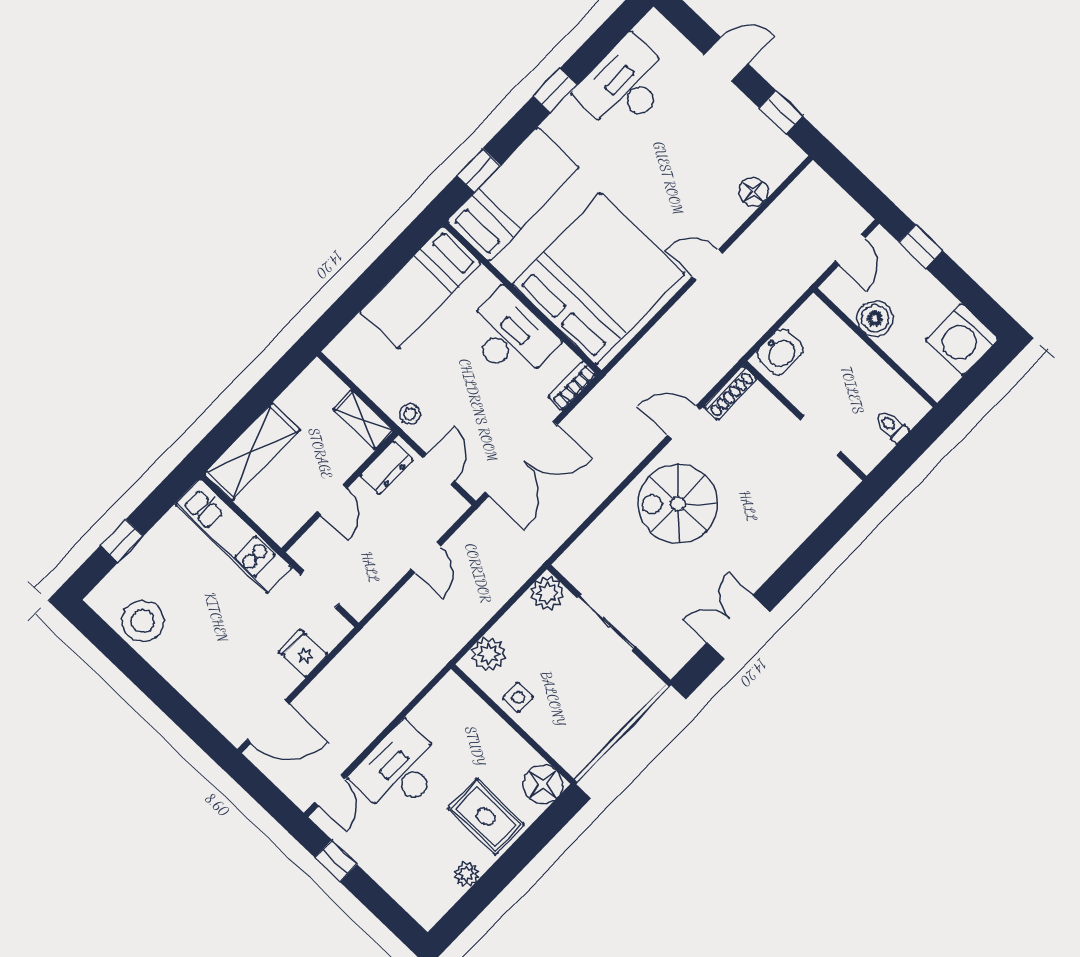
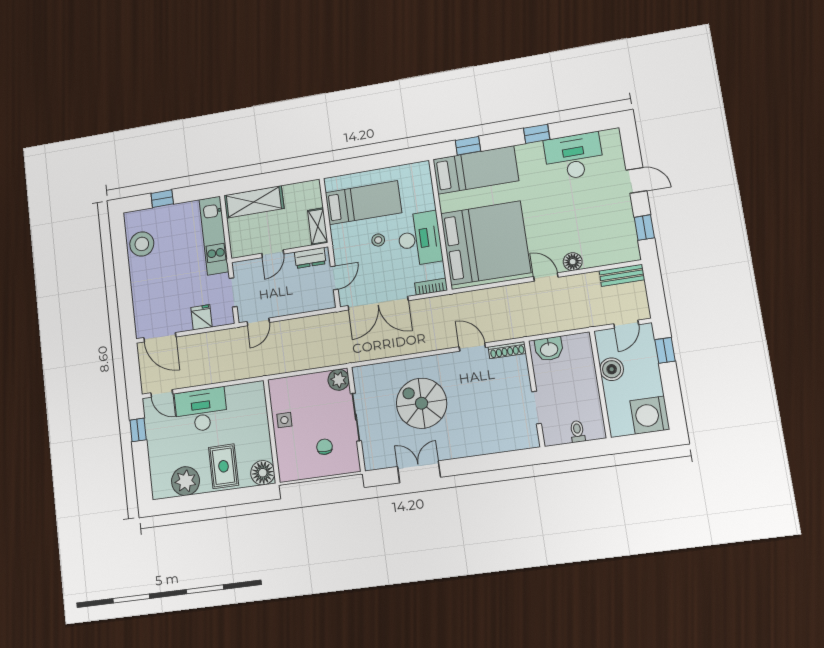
floor lamp: (754, 192) -> (573, 262), moved
bench: (799, 192) -> (622, 275), added
bed: (420, 287) -> (363, 203), moved, turned 180
stool: (410, 414) -> (378, 240), moved
spiral stairs: (678, 504) -> (422, 403), moved
door: (426, 558) -> (258, 322), moved
plant: (489, 654) -> (287, 387), removed
chair: (596, 690) -> (324, 447), added
door: (330, 791) -> (162, 393), hinge flipped
plant: (467, 874) -> (186, 481), width x1.87, depth x1.87

